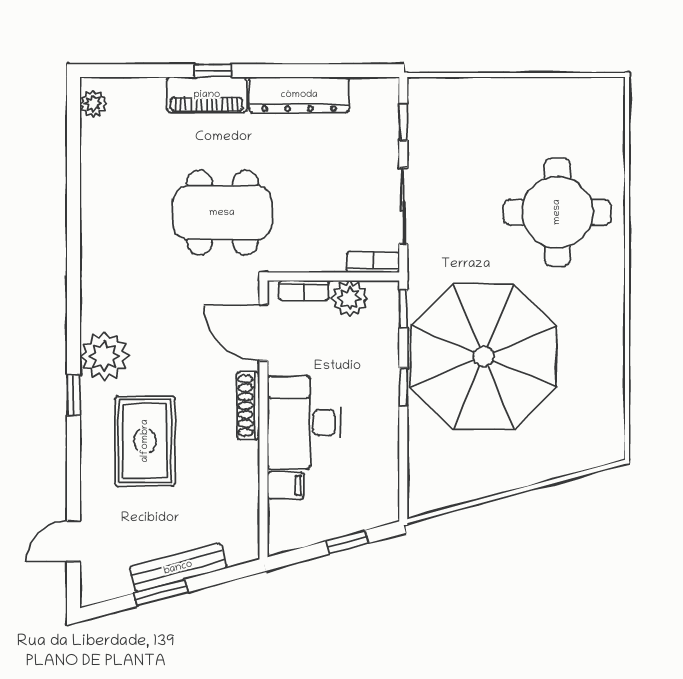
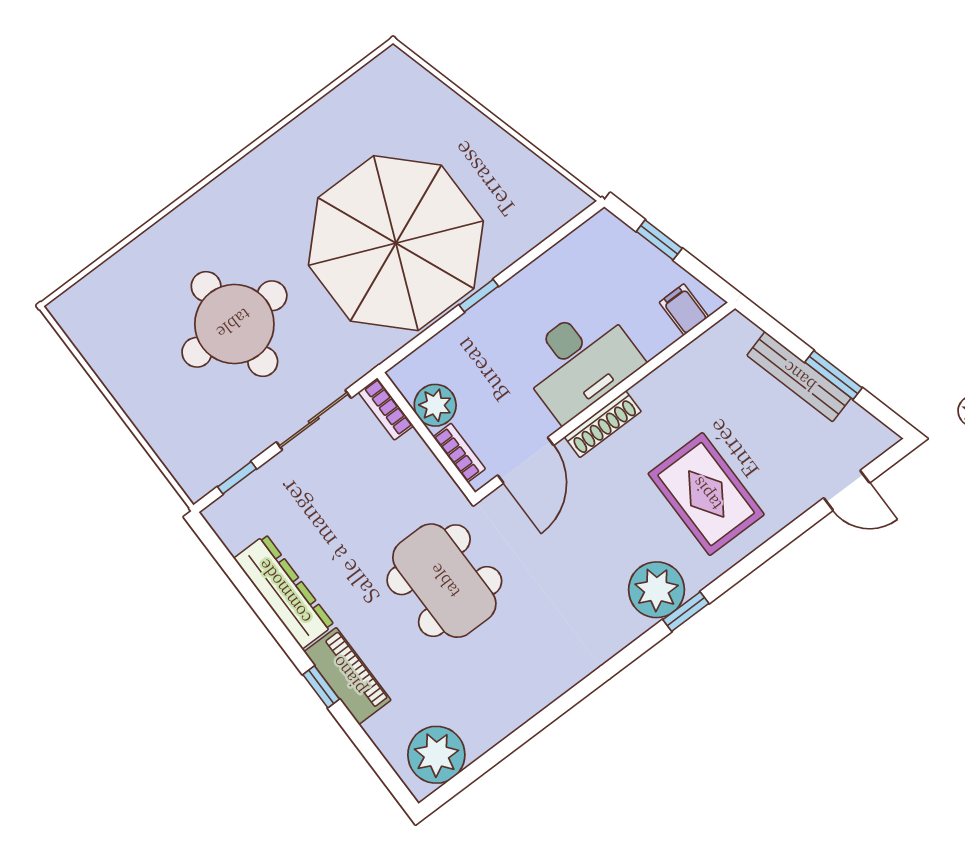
plant: (93, 104) -> (436, 755), width x1.87, depth x1.87
round table: (557, 212) -> (234, 324), moved
window: (403, 309) -> (408, 349), removed
window: (74, 395) -> (686, 612), moved
rug: (145, 441) -> (706, 494), turned 90
filing cabinet: (286, 485) -> (684, 310), moved

